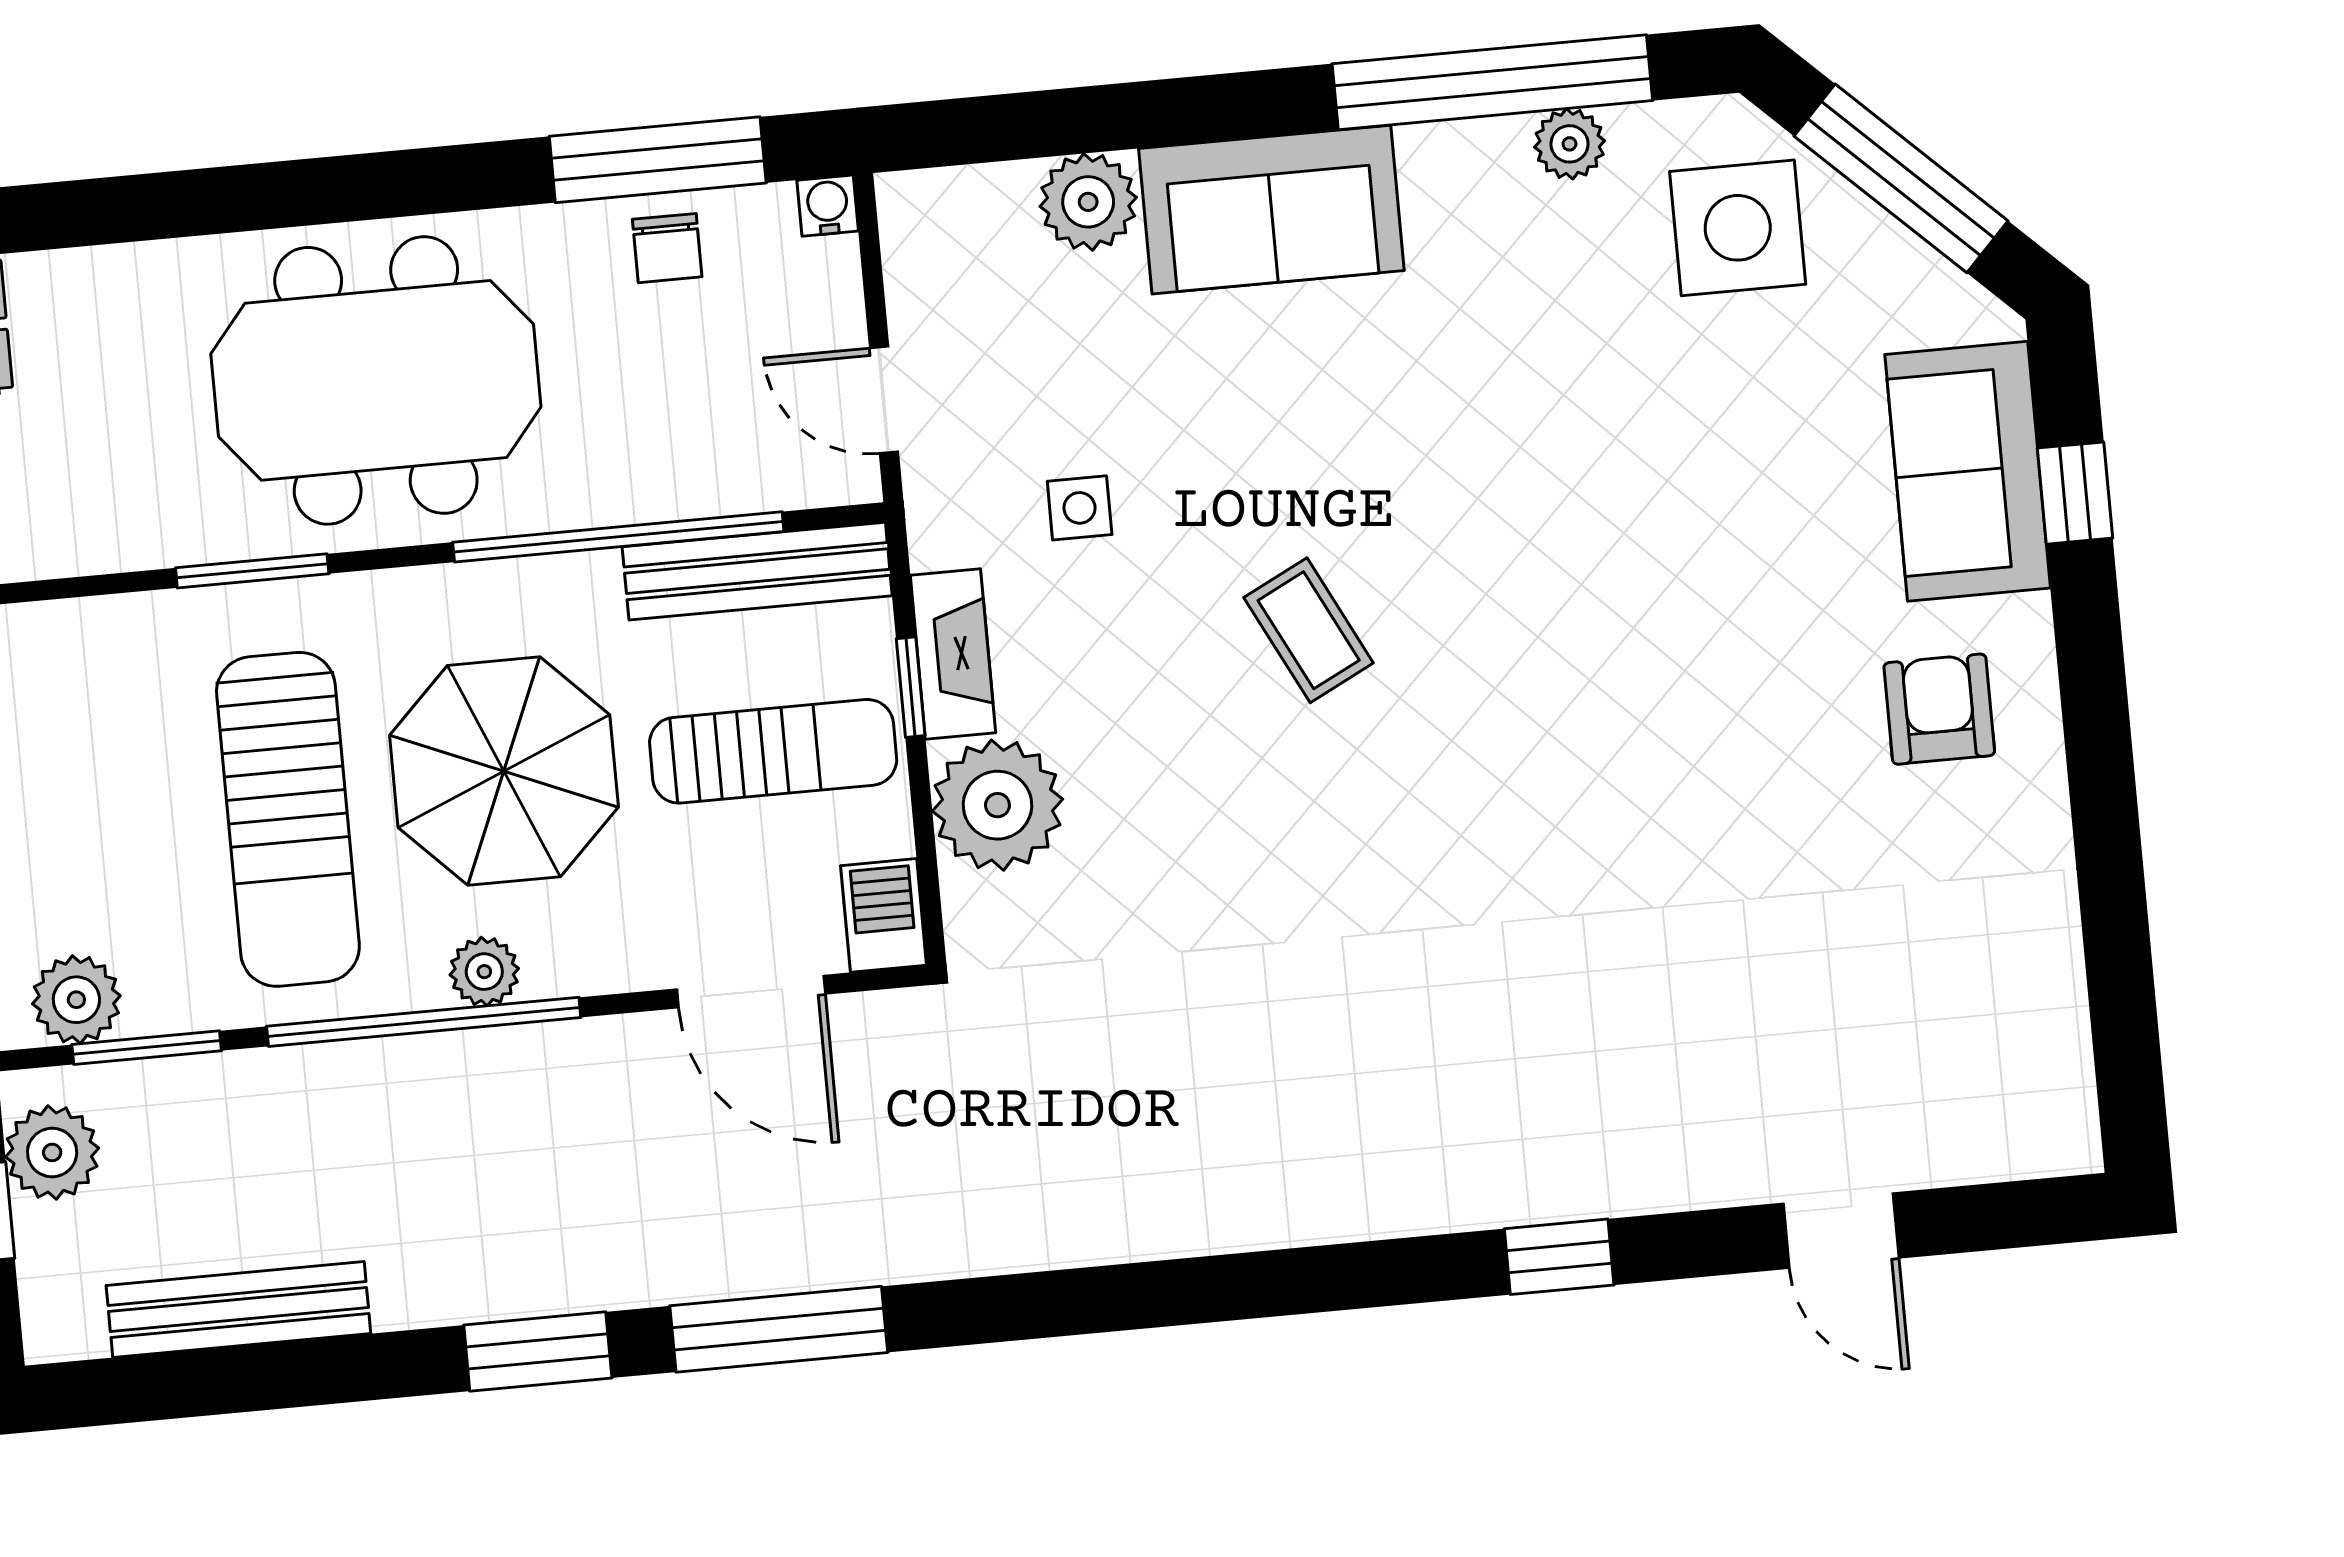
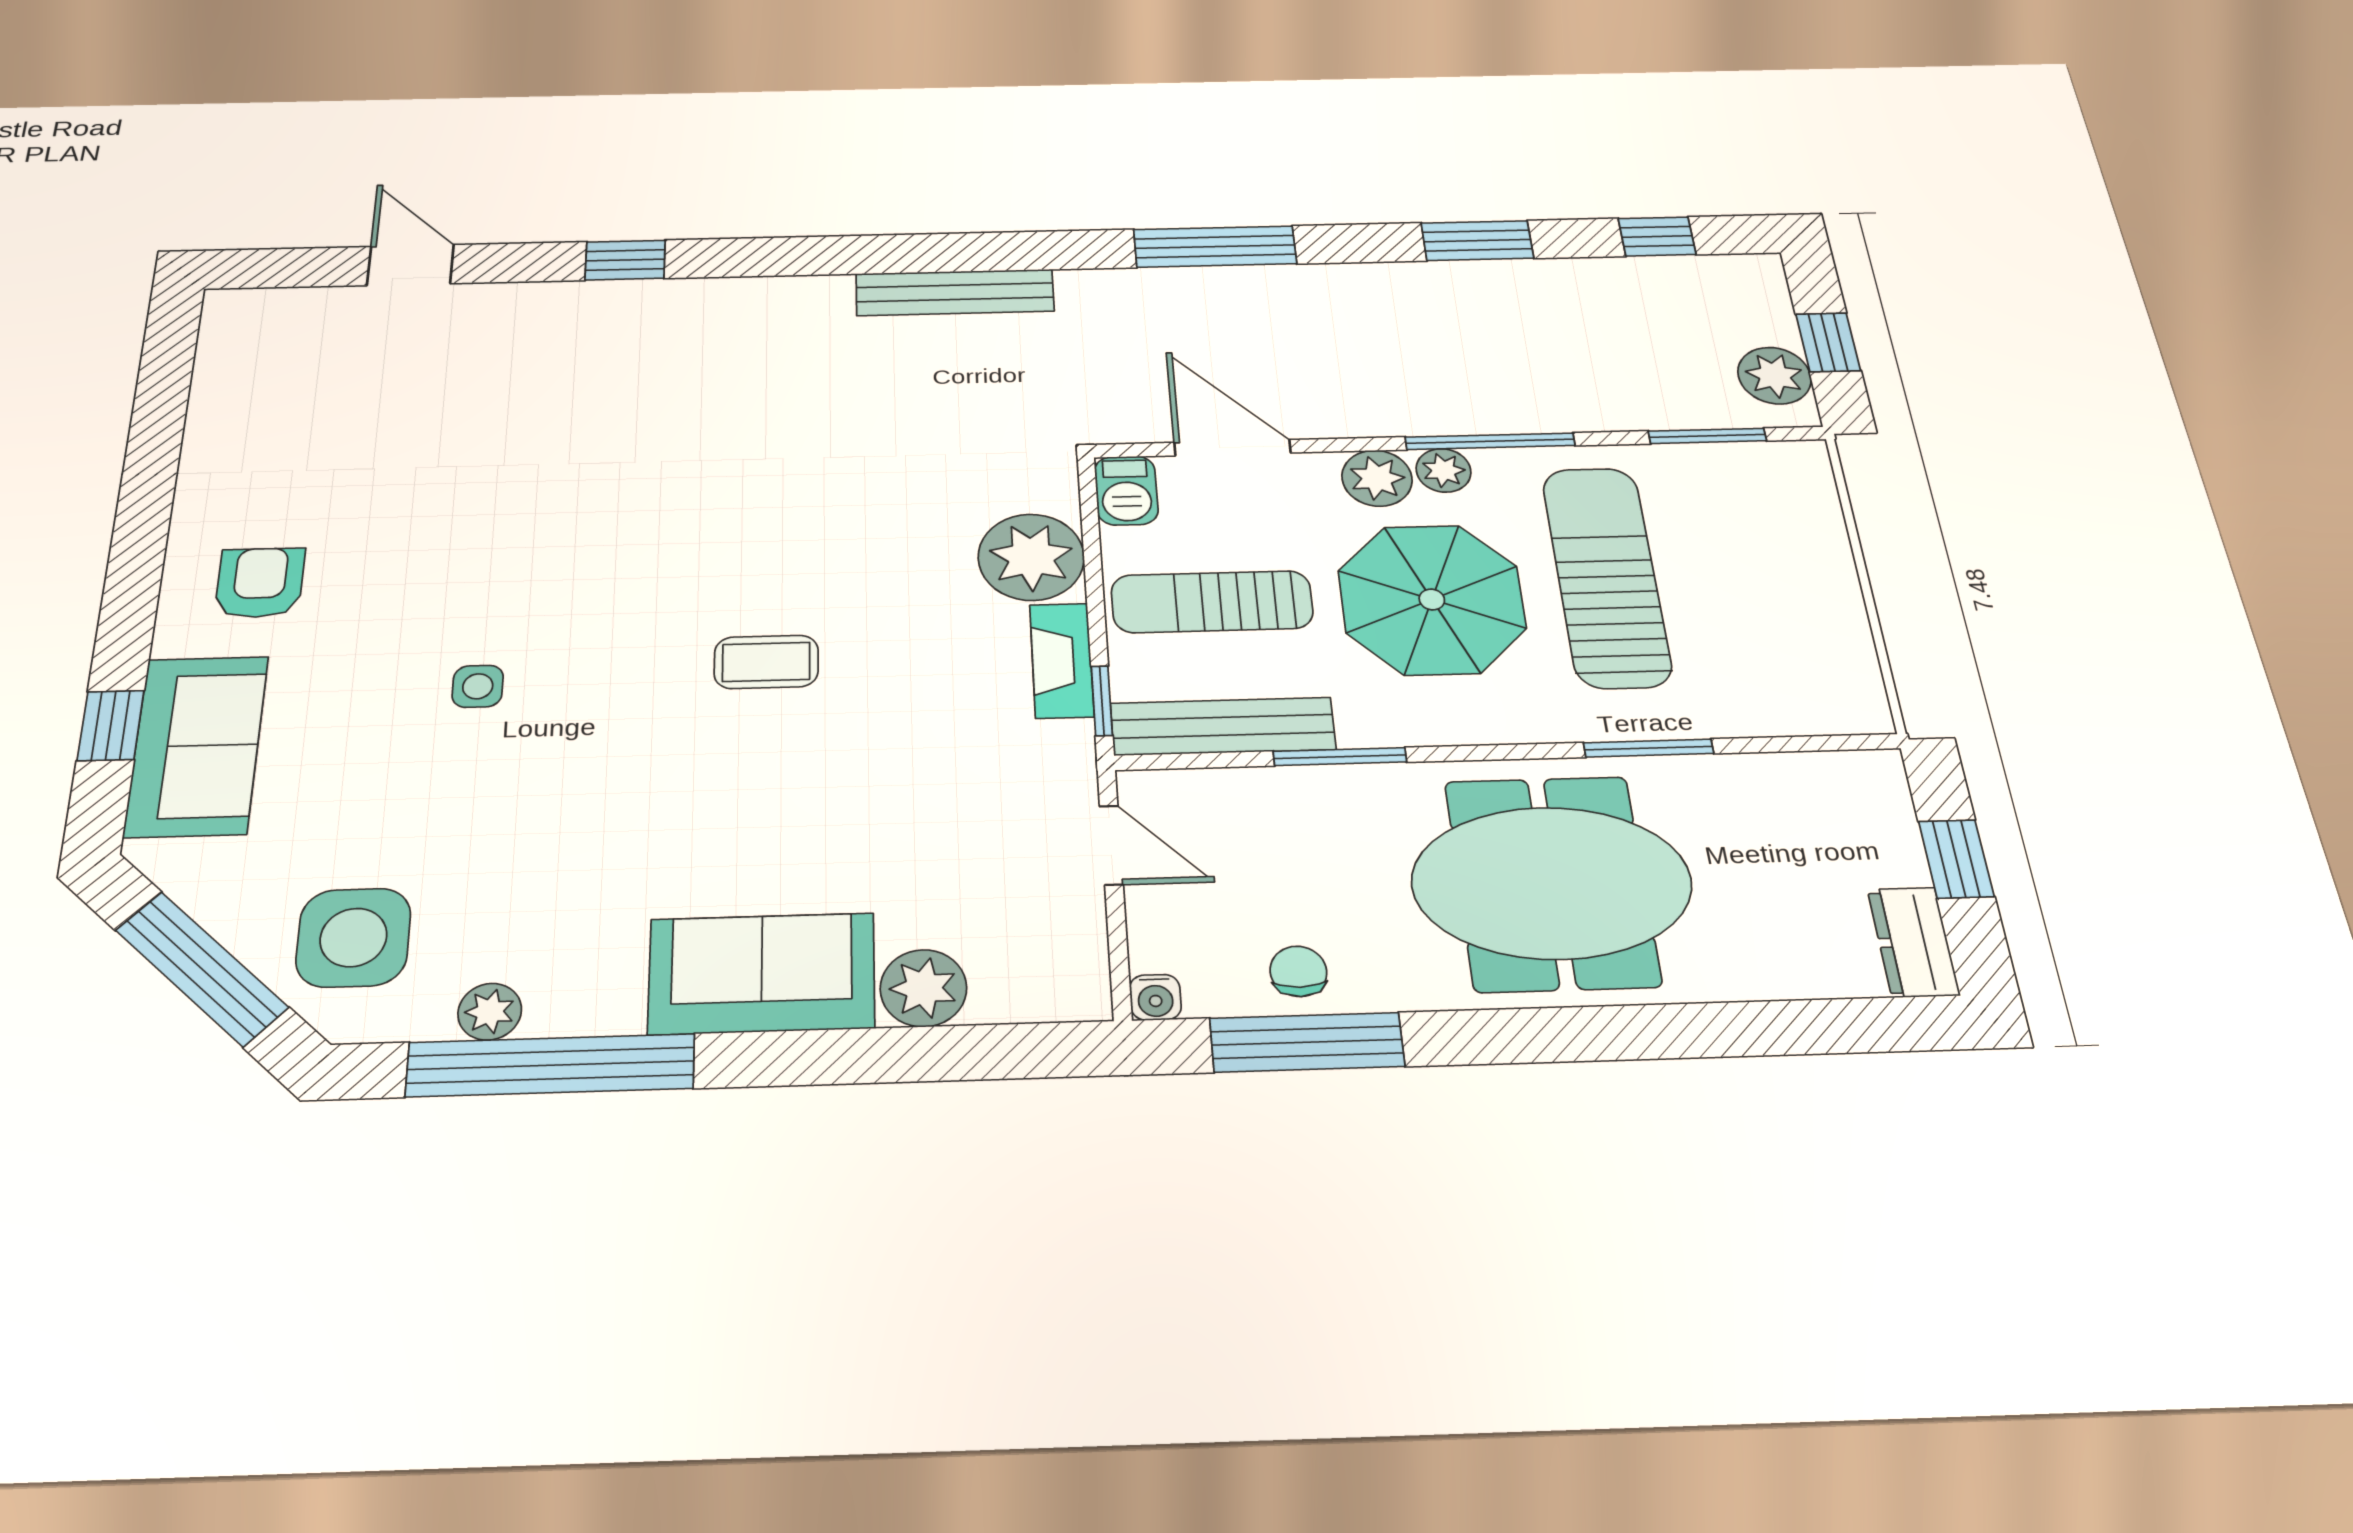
side table: (1080, 508) -> (478, 686), moved
window: (618, 537) -> (1340, 757), width x0.47
coffee table: (1309, 630) -> (766, 662), turned -63
window: (911, 687) -> (1102, 701), moved
armchair: (1939, 709) -> (260, 583), turned 180
plant: (76, 1000) -> (1377, 478), moved
window: (424, 1022) -> (1490, 441), width x0.68
bench: (238, 1310) -> (955, 292), moved
window: (538, 1352) -> (1477, 241), moved
window: (188, 1384) -> (1657, 236), added

